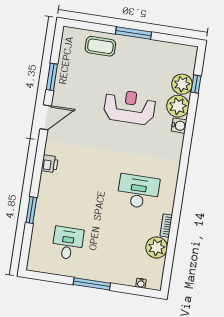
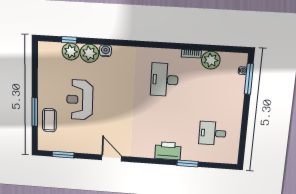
window: (133, 33) -> (35, 112), moved
window: (52, 77) -> (63, 155), moved
reception desk: (130, 107) -> (80, 100), moved
printer: (50, 164) -> (168, 151), moved, width x1.87, depth x1.48
window: (92, 284) -> (249, 79), moved

